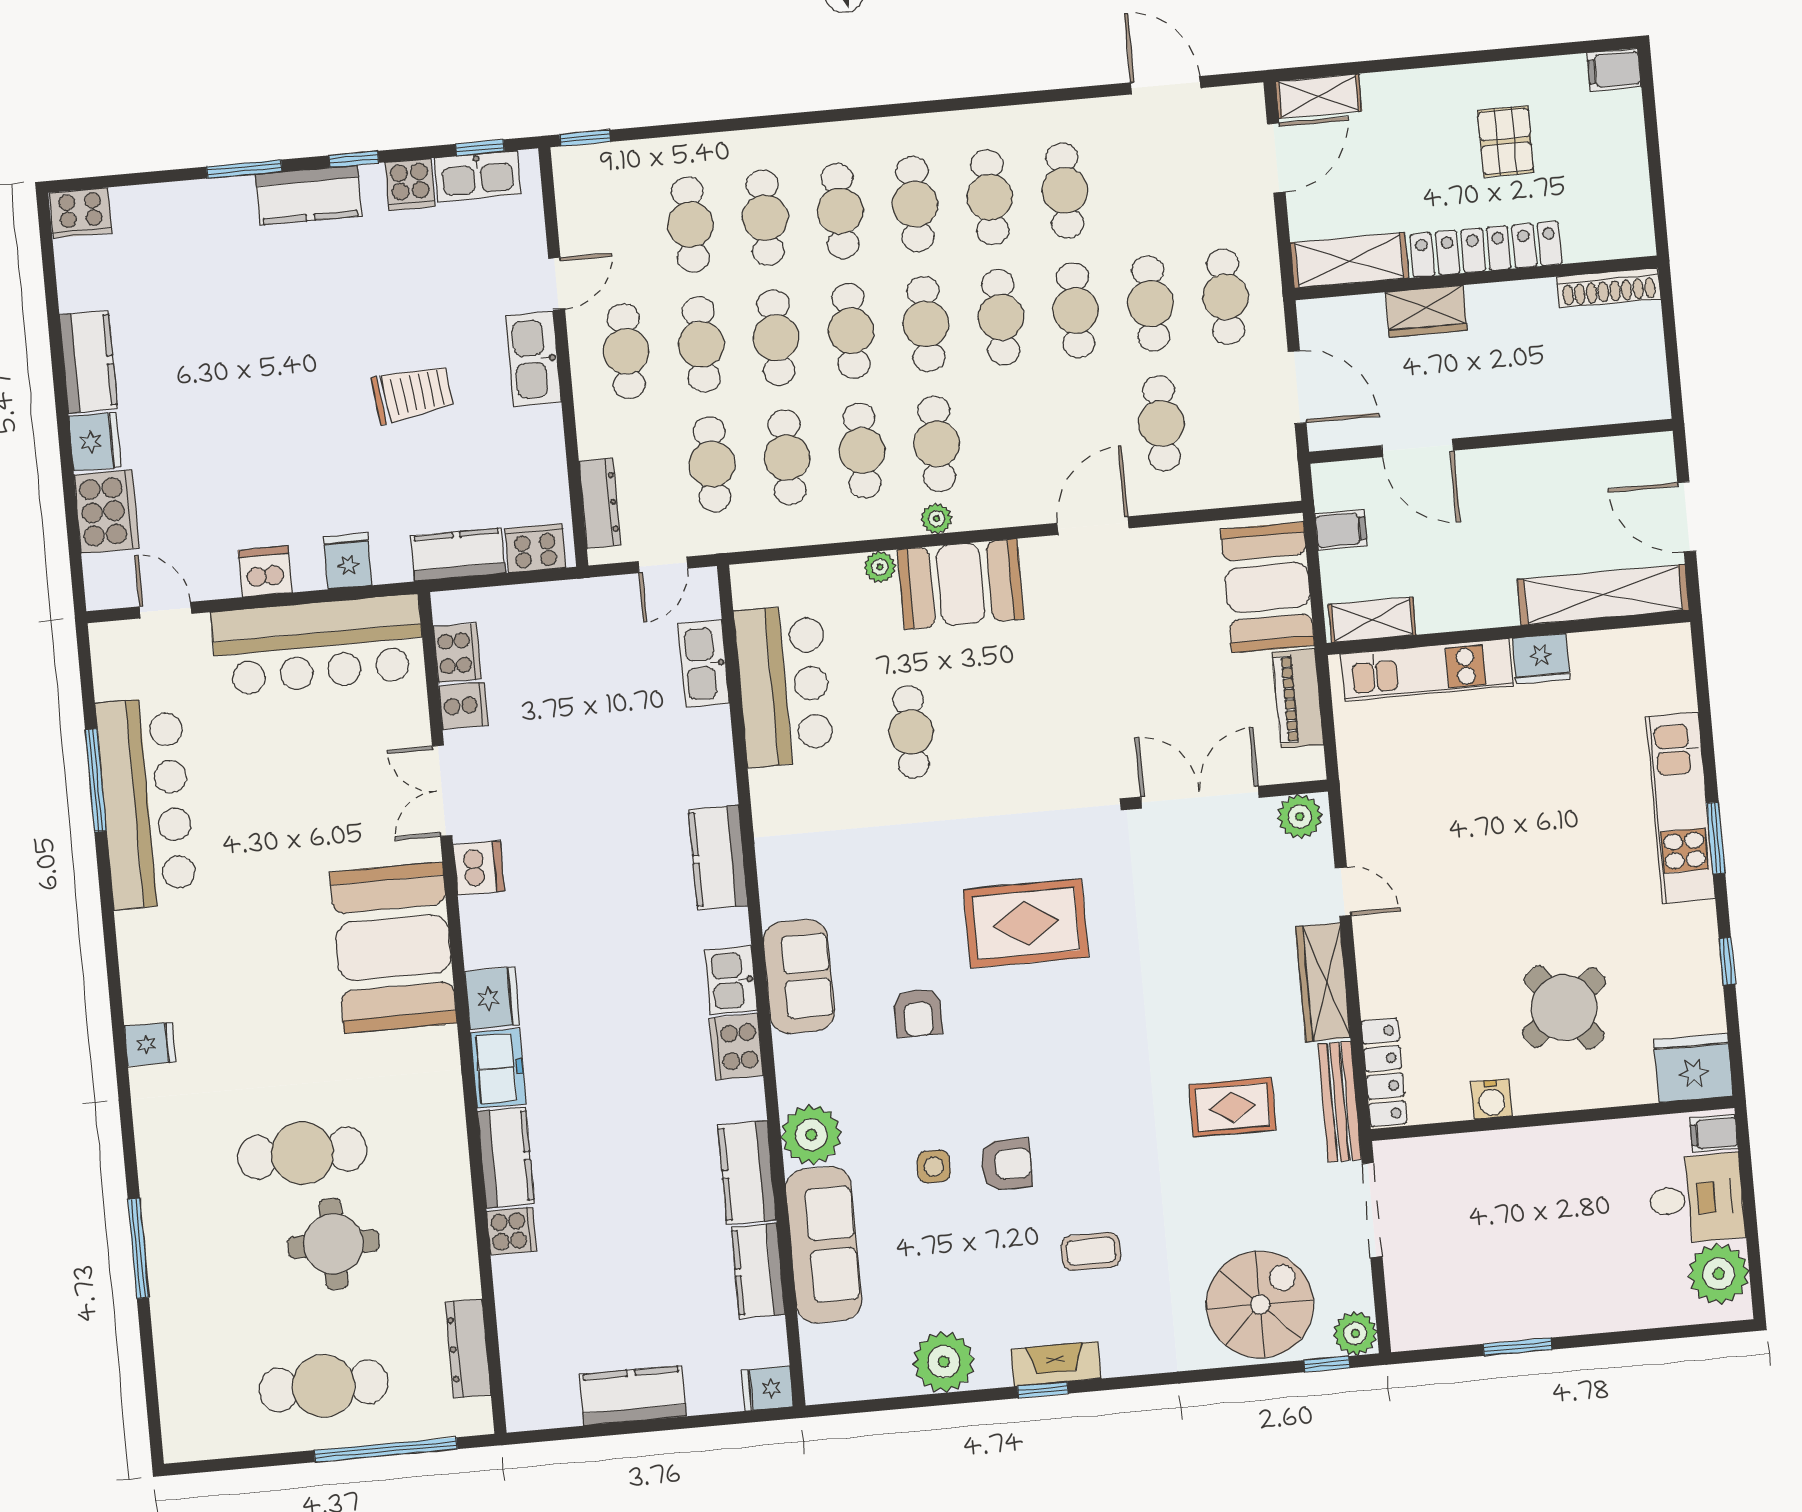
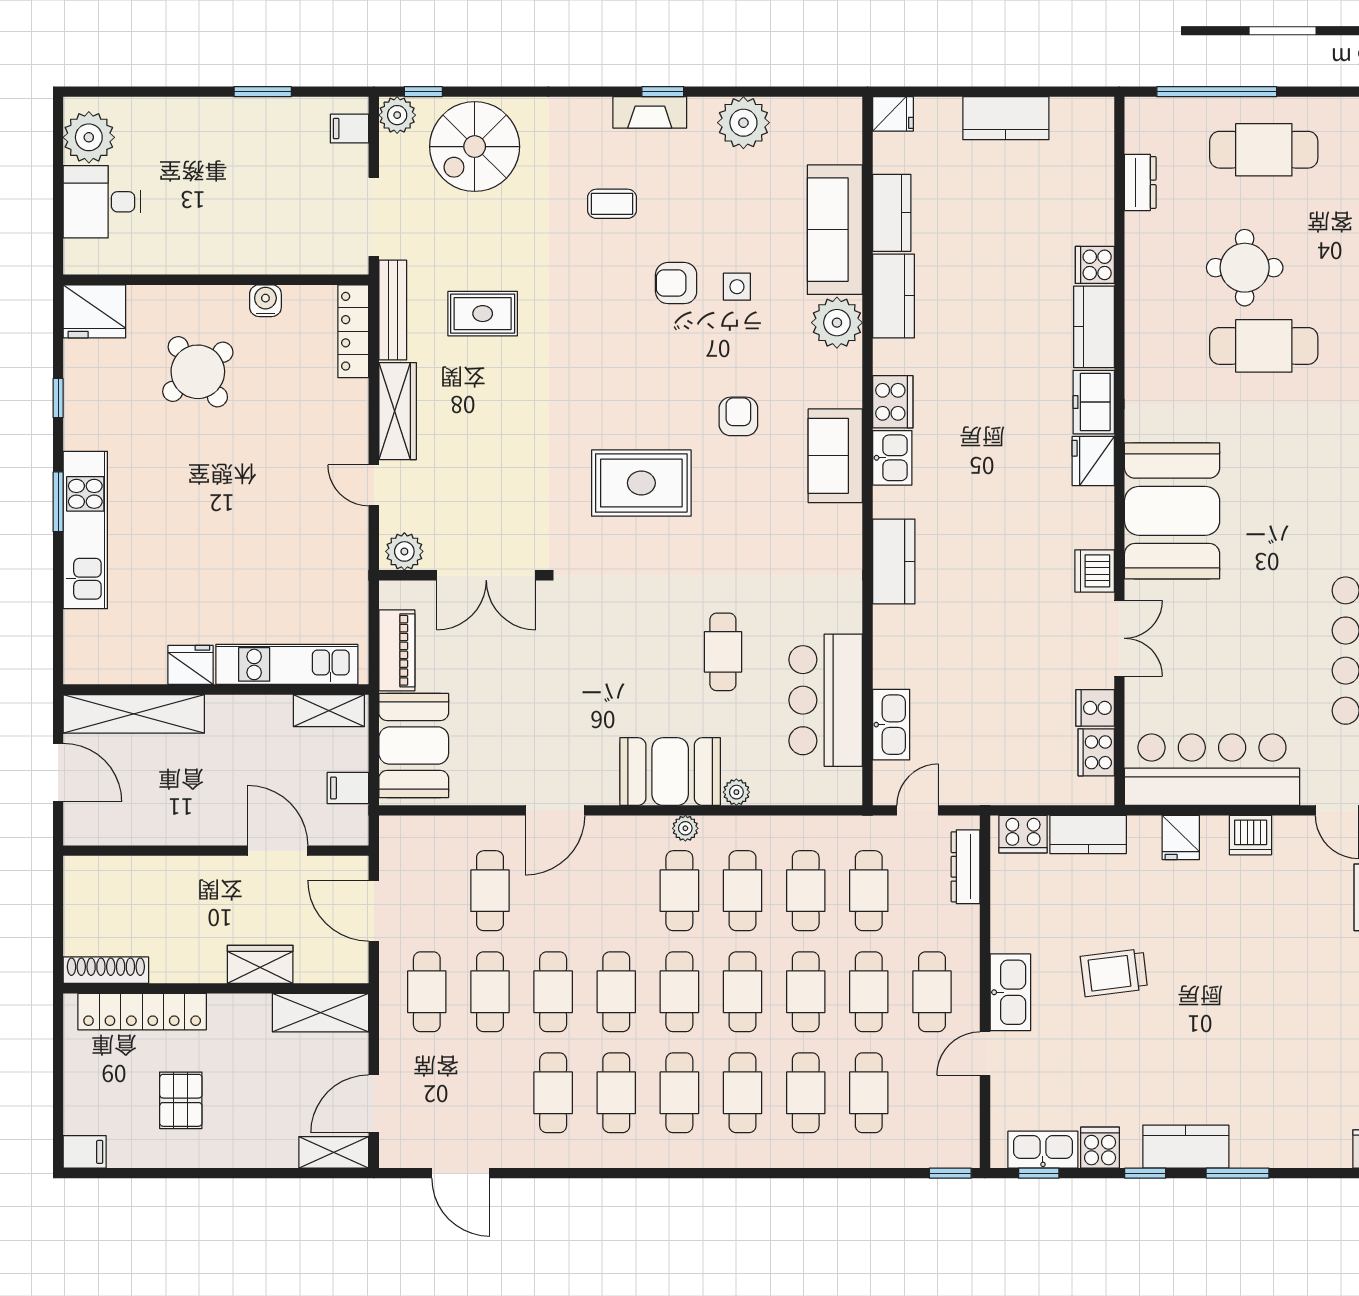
locker: (1486, 249) -> (142, 1012), moved
filing cabinet: (1714, 1134) -> (350, 129), moved, turned 180
dresser: (468, 1348) -> (1140, 182), width x0.70

